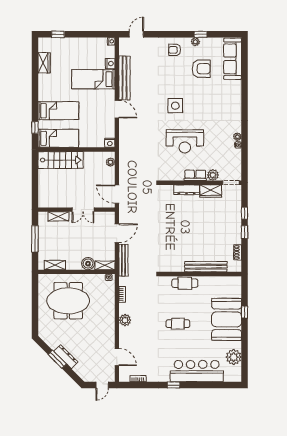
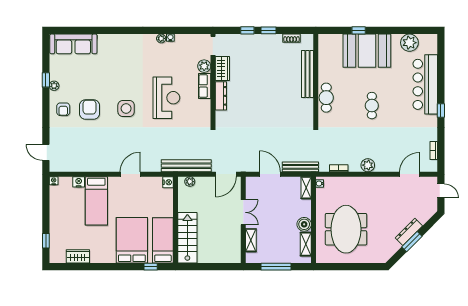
armchair: (201, 69) -> (89, 109), moved
bench: (124, 78) -> (186, 166), moved
bed: (58, 111) -> (132, 240), width x1.50
boiler: (88, 264) -> (304, 224), moved

